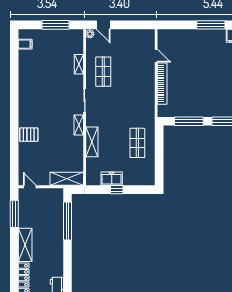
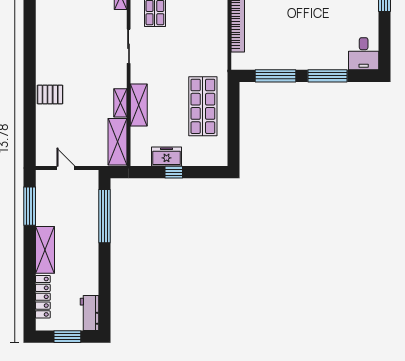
shelving: (79, 125) -> (120, 103), moved
shop shelf: (137, 143) -> (203, 106), width x1.43, depth x1.36
shelving: (67, 179) -> (117, 142), moved, turned 90
door: (30, 187) -> (66, 168), moved

